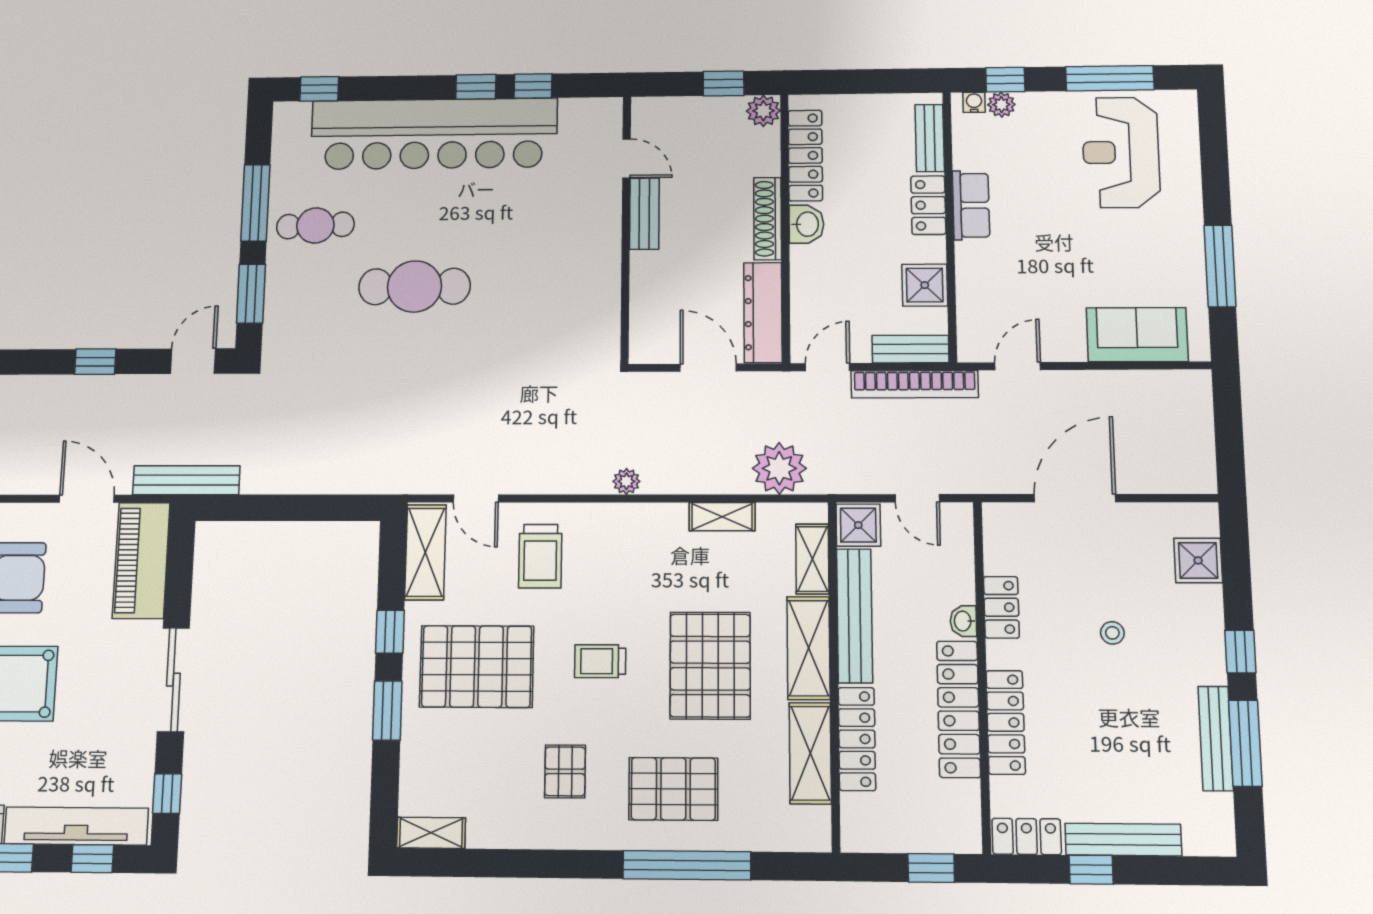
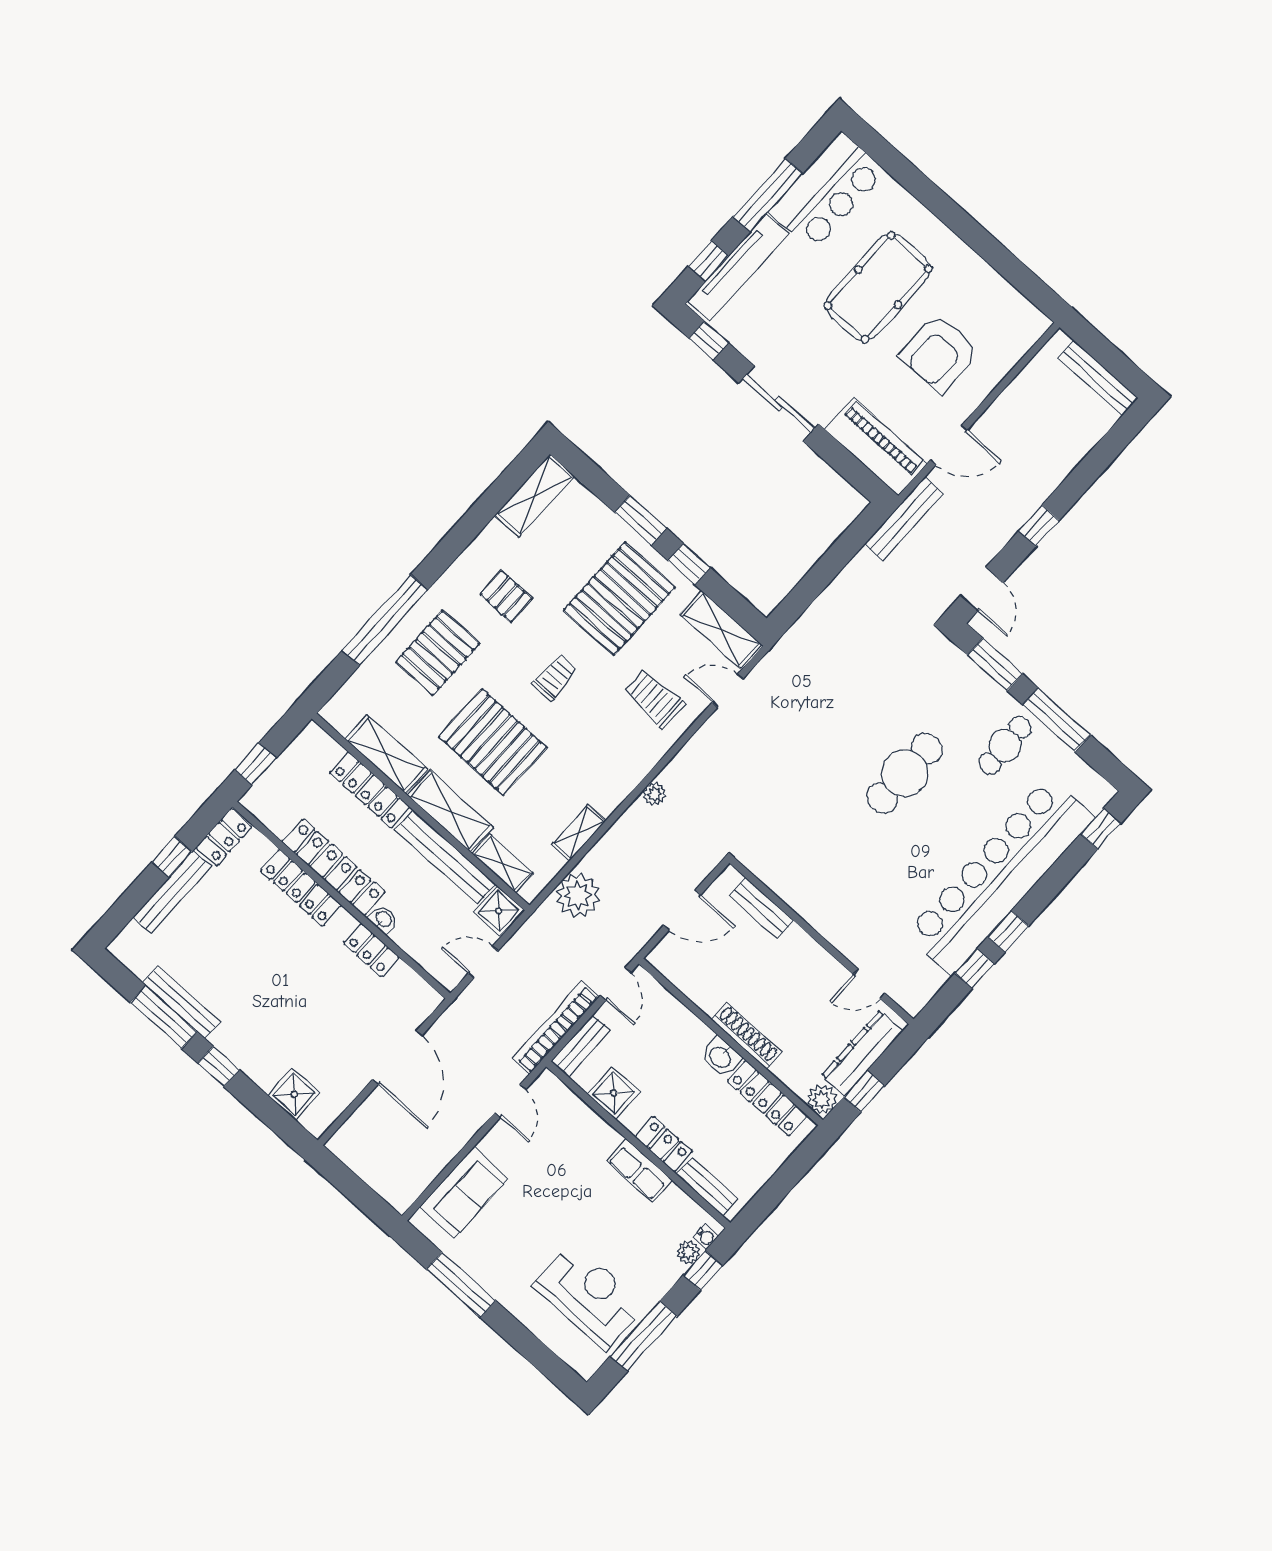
bench: (644, 214) -> (761, 908), moved
dresser: (763, 312) -> (862, 1053), moved, turned -90
stool: (1112, 633) -> (297, 1002), removed
shelving: (431, 833) -> (535, 496), width x1.50, depth x1.33

